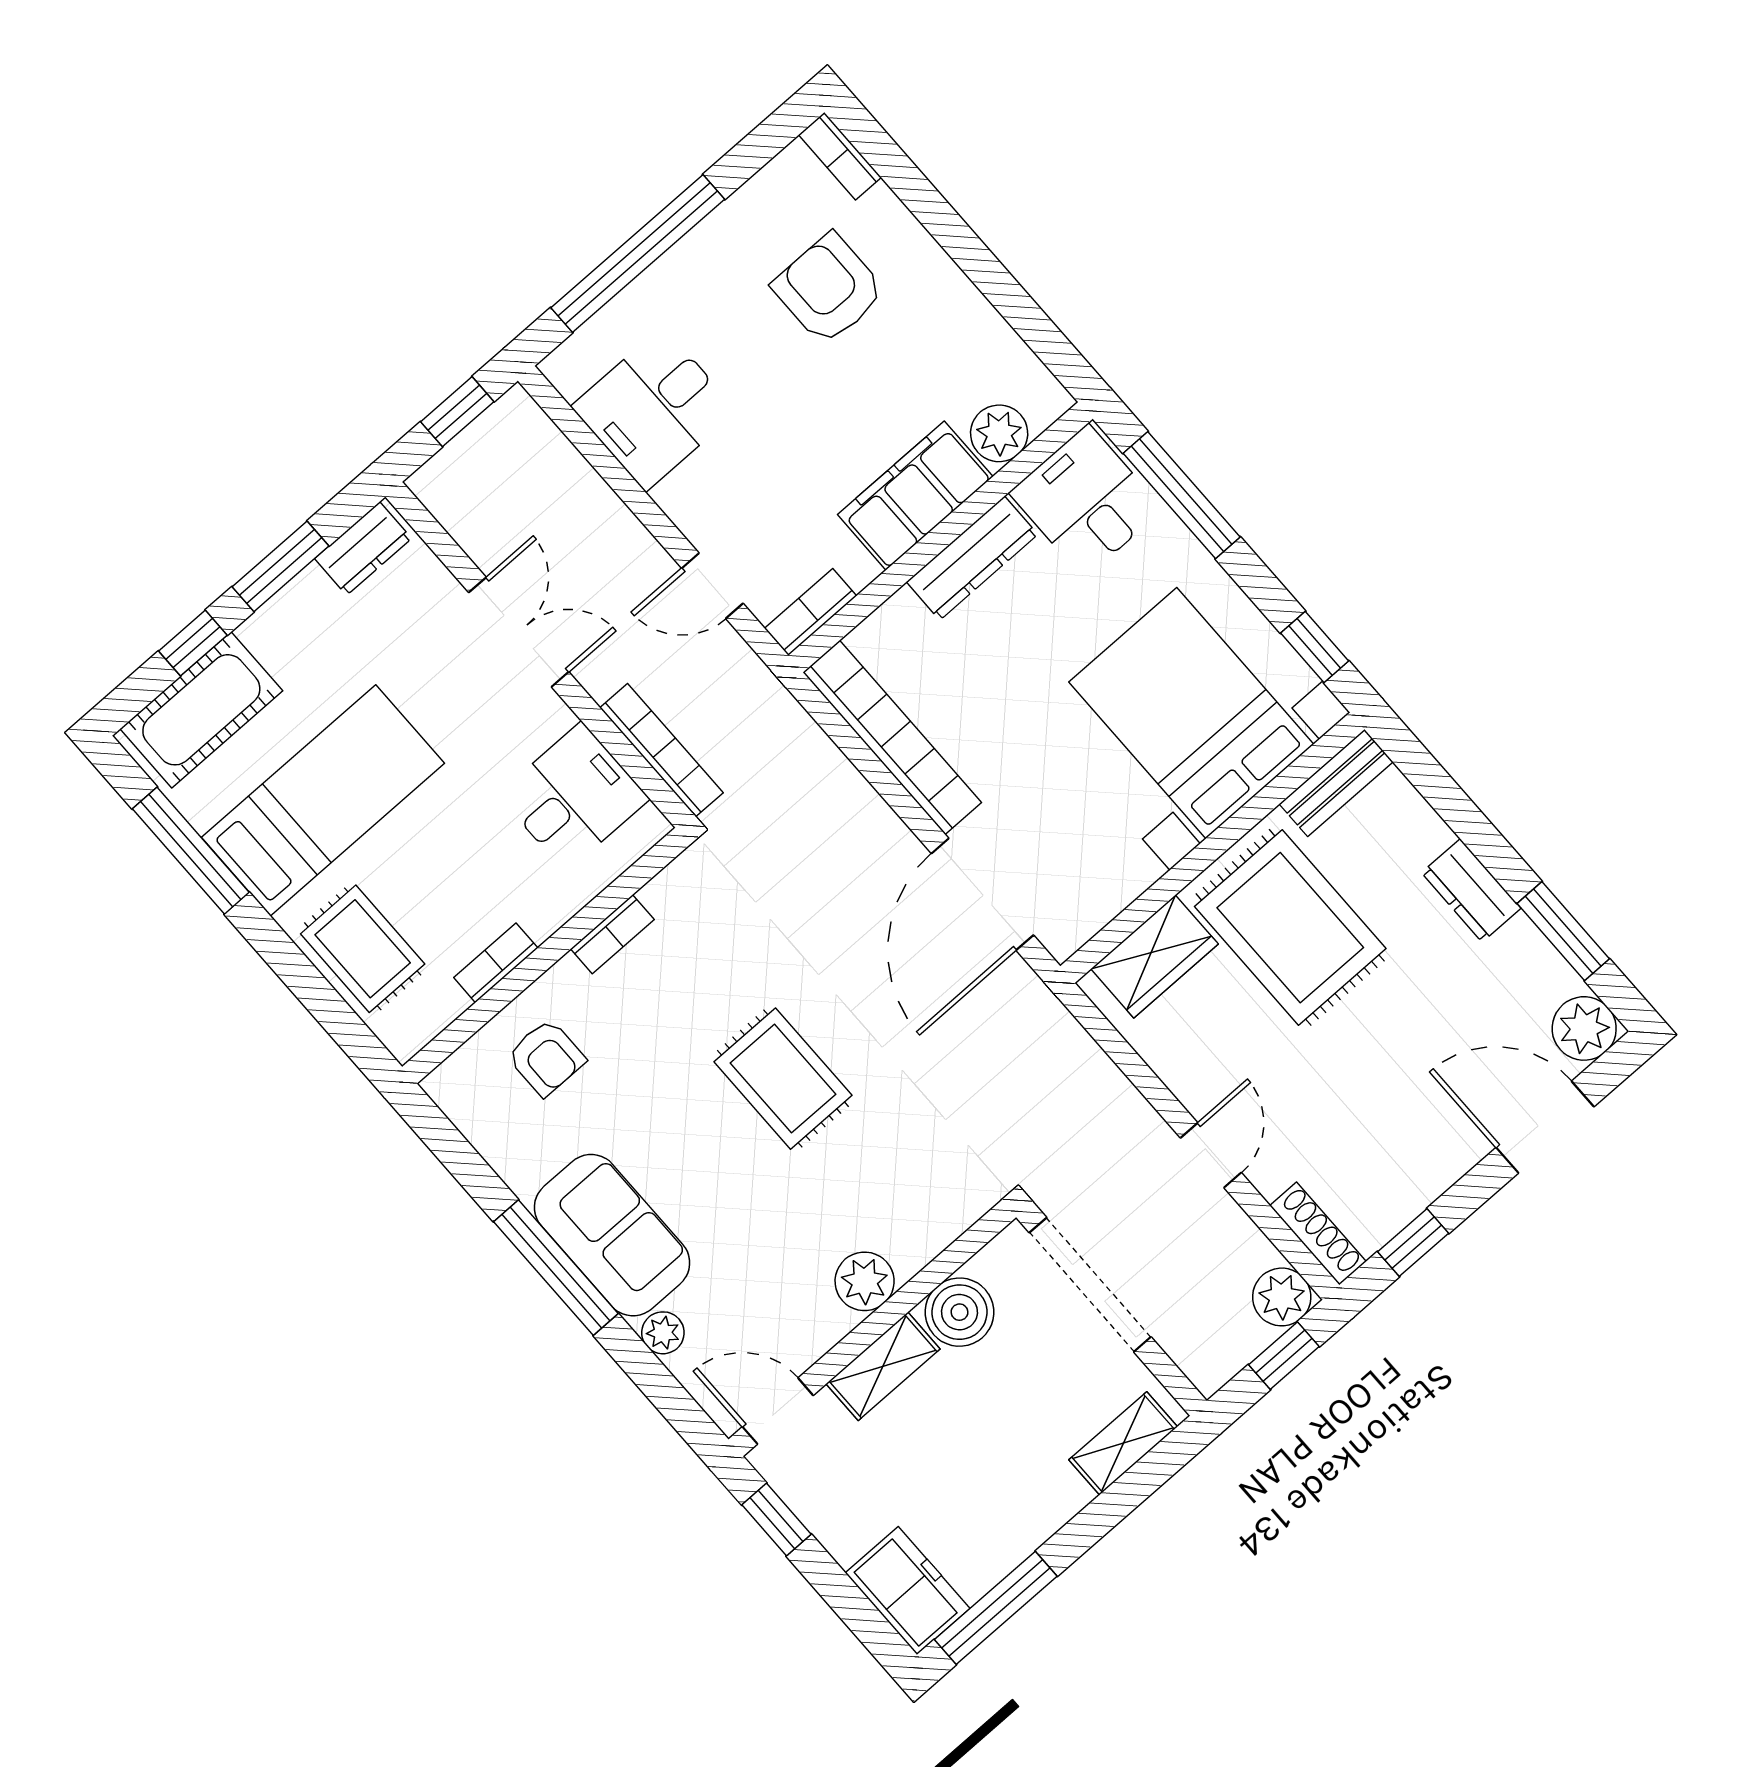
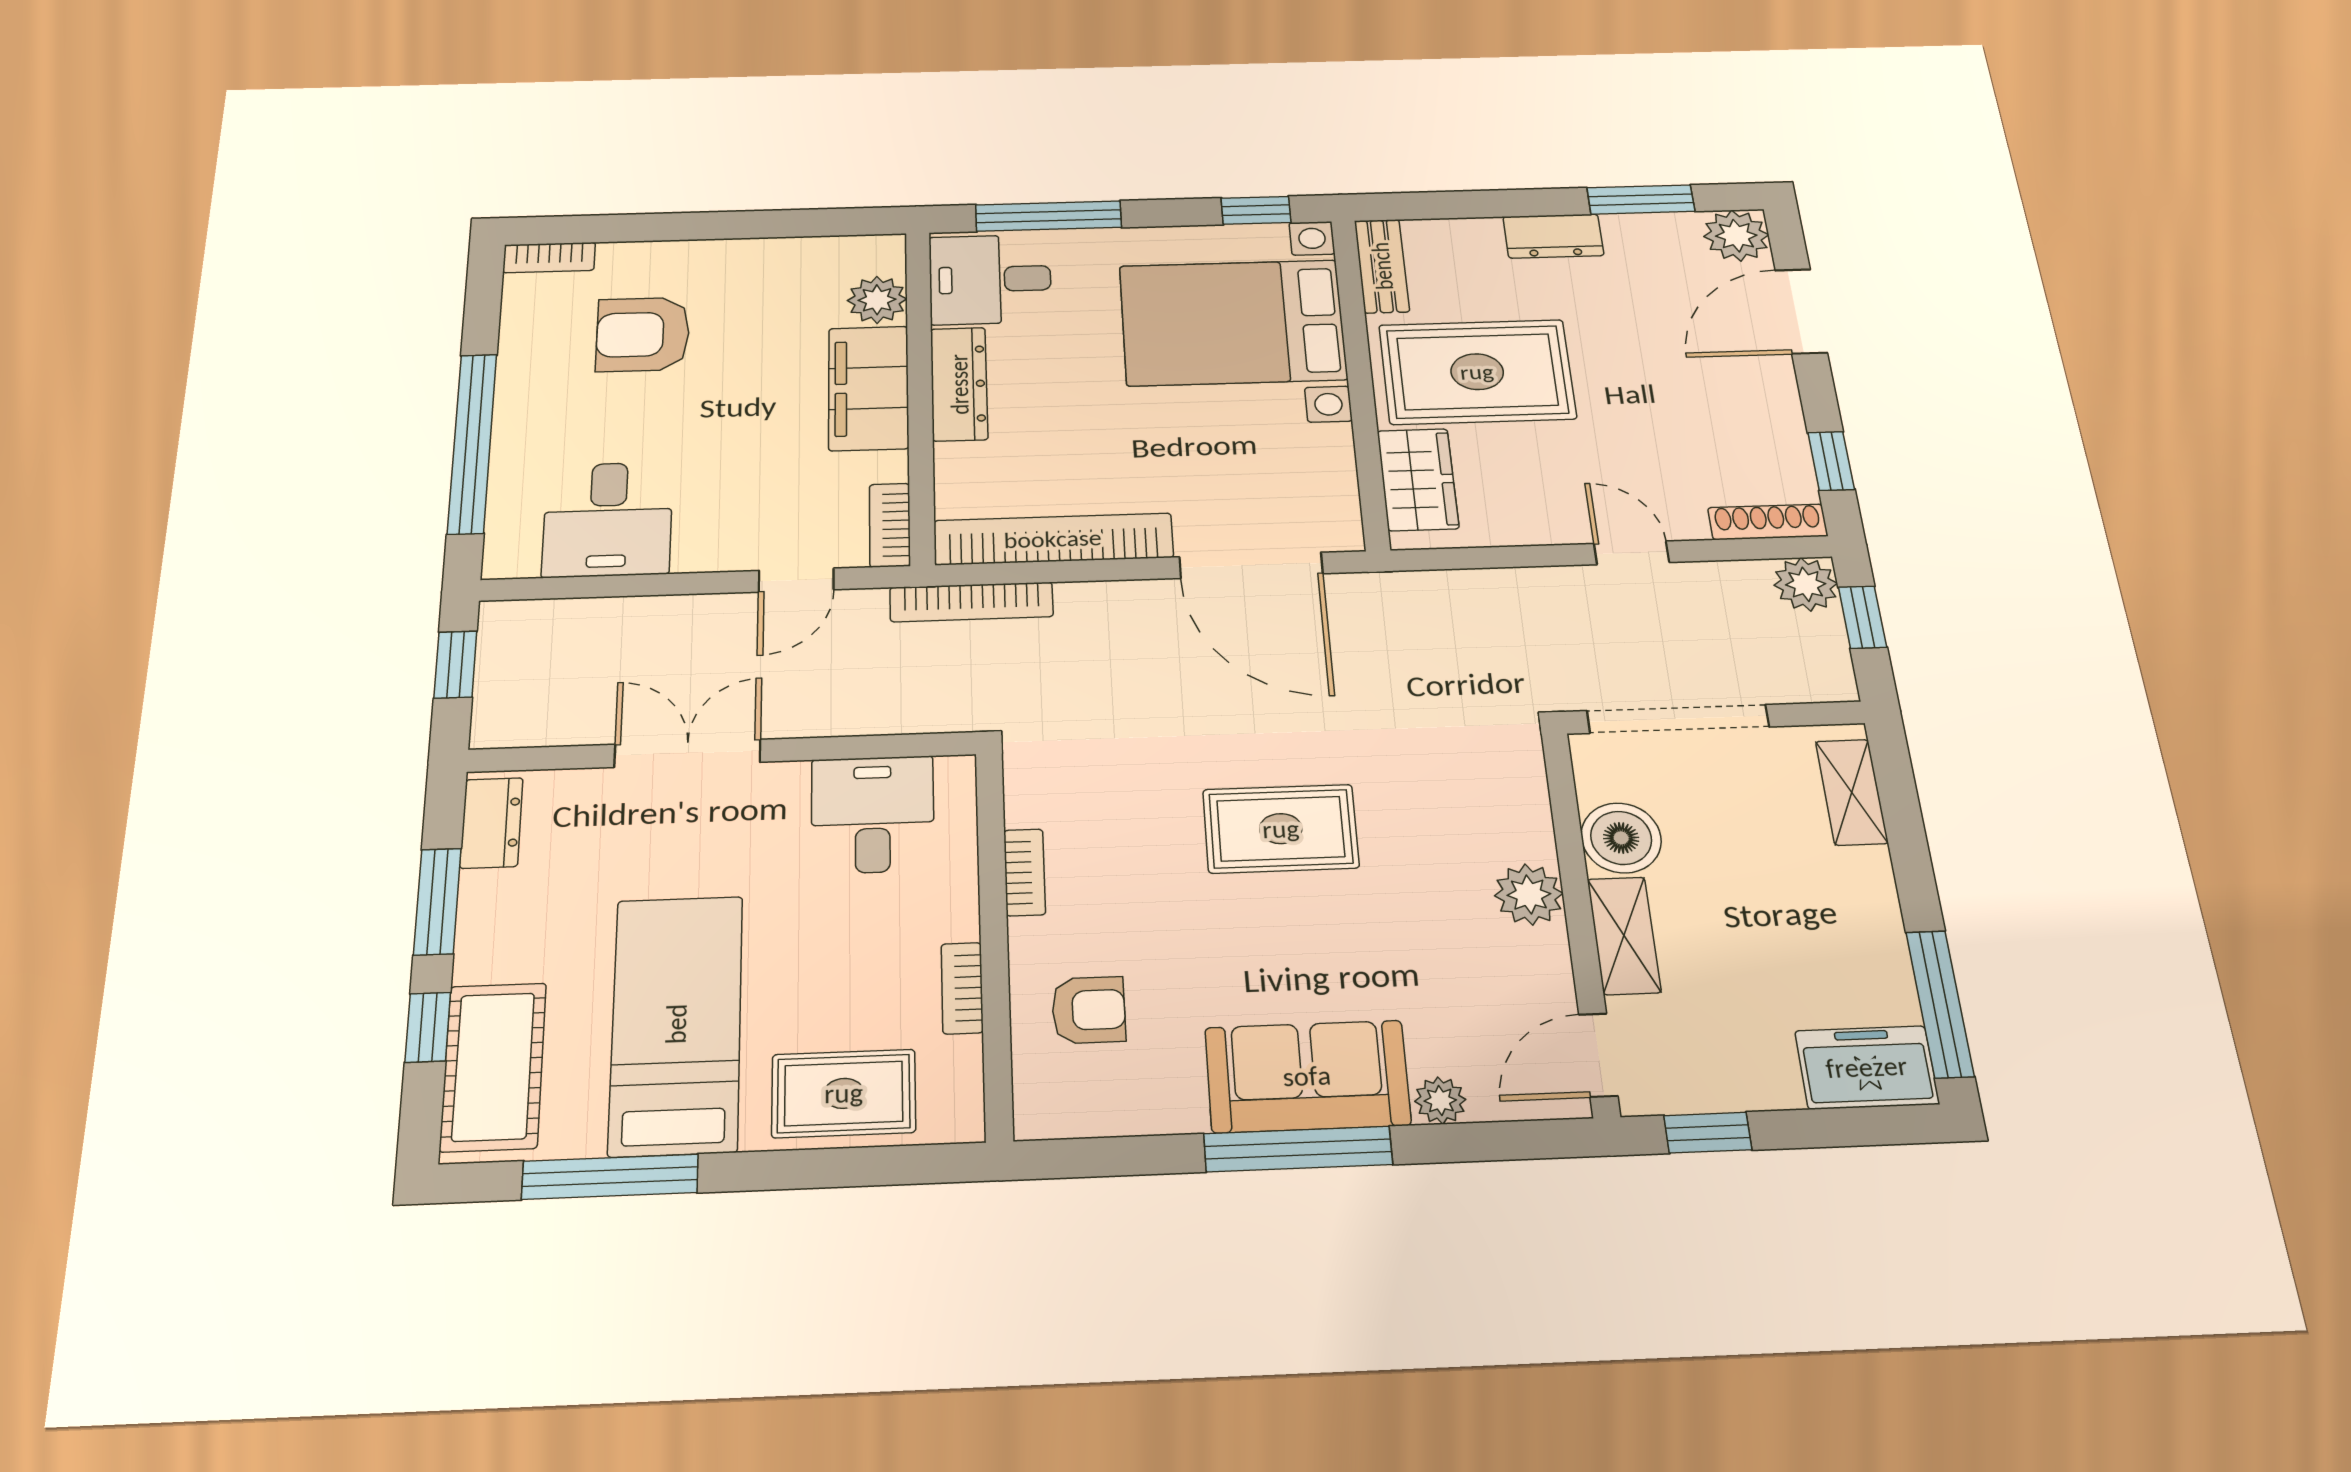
bookcase: (662, 750) -> (971, 602), moved, turned 180

